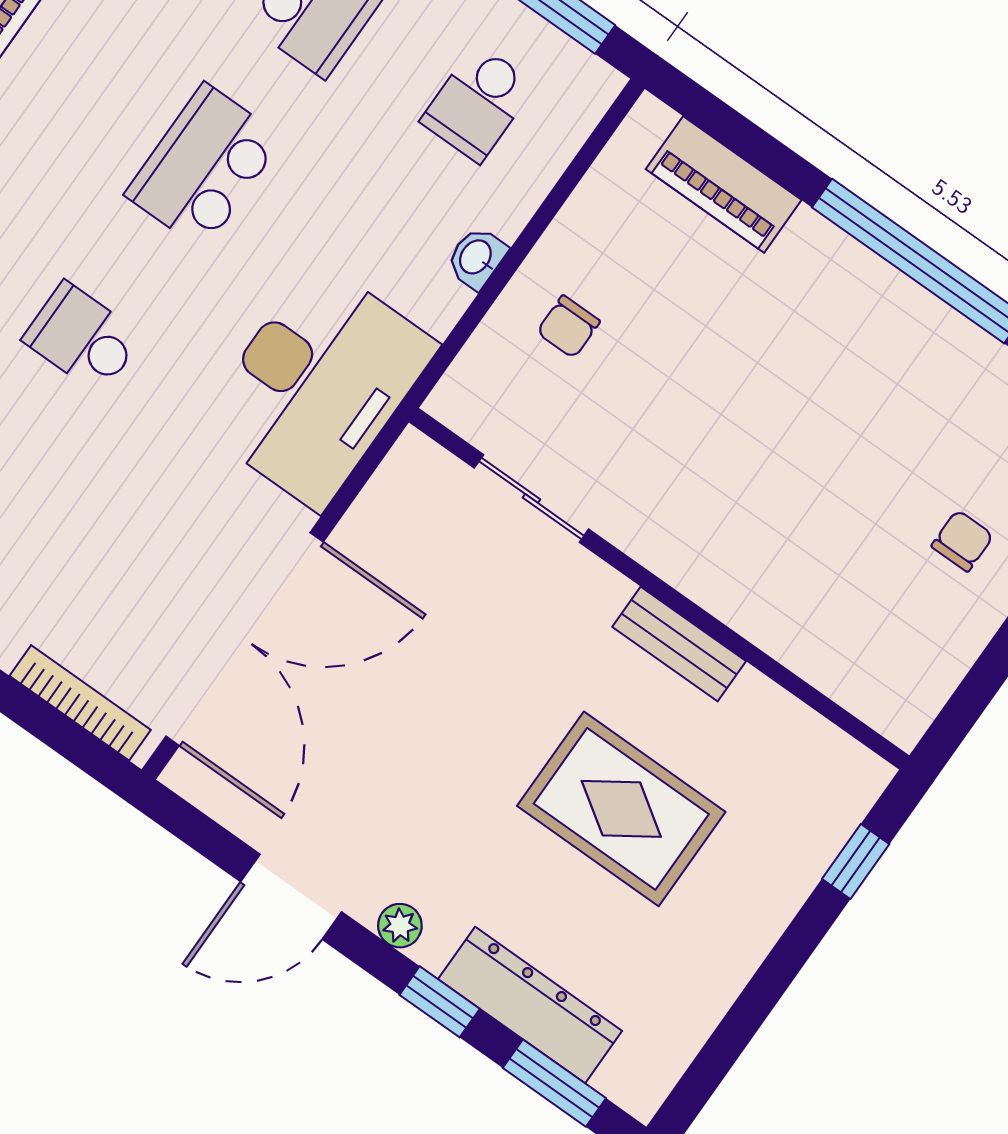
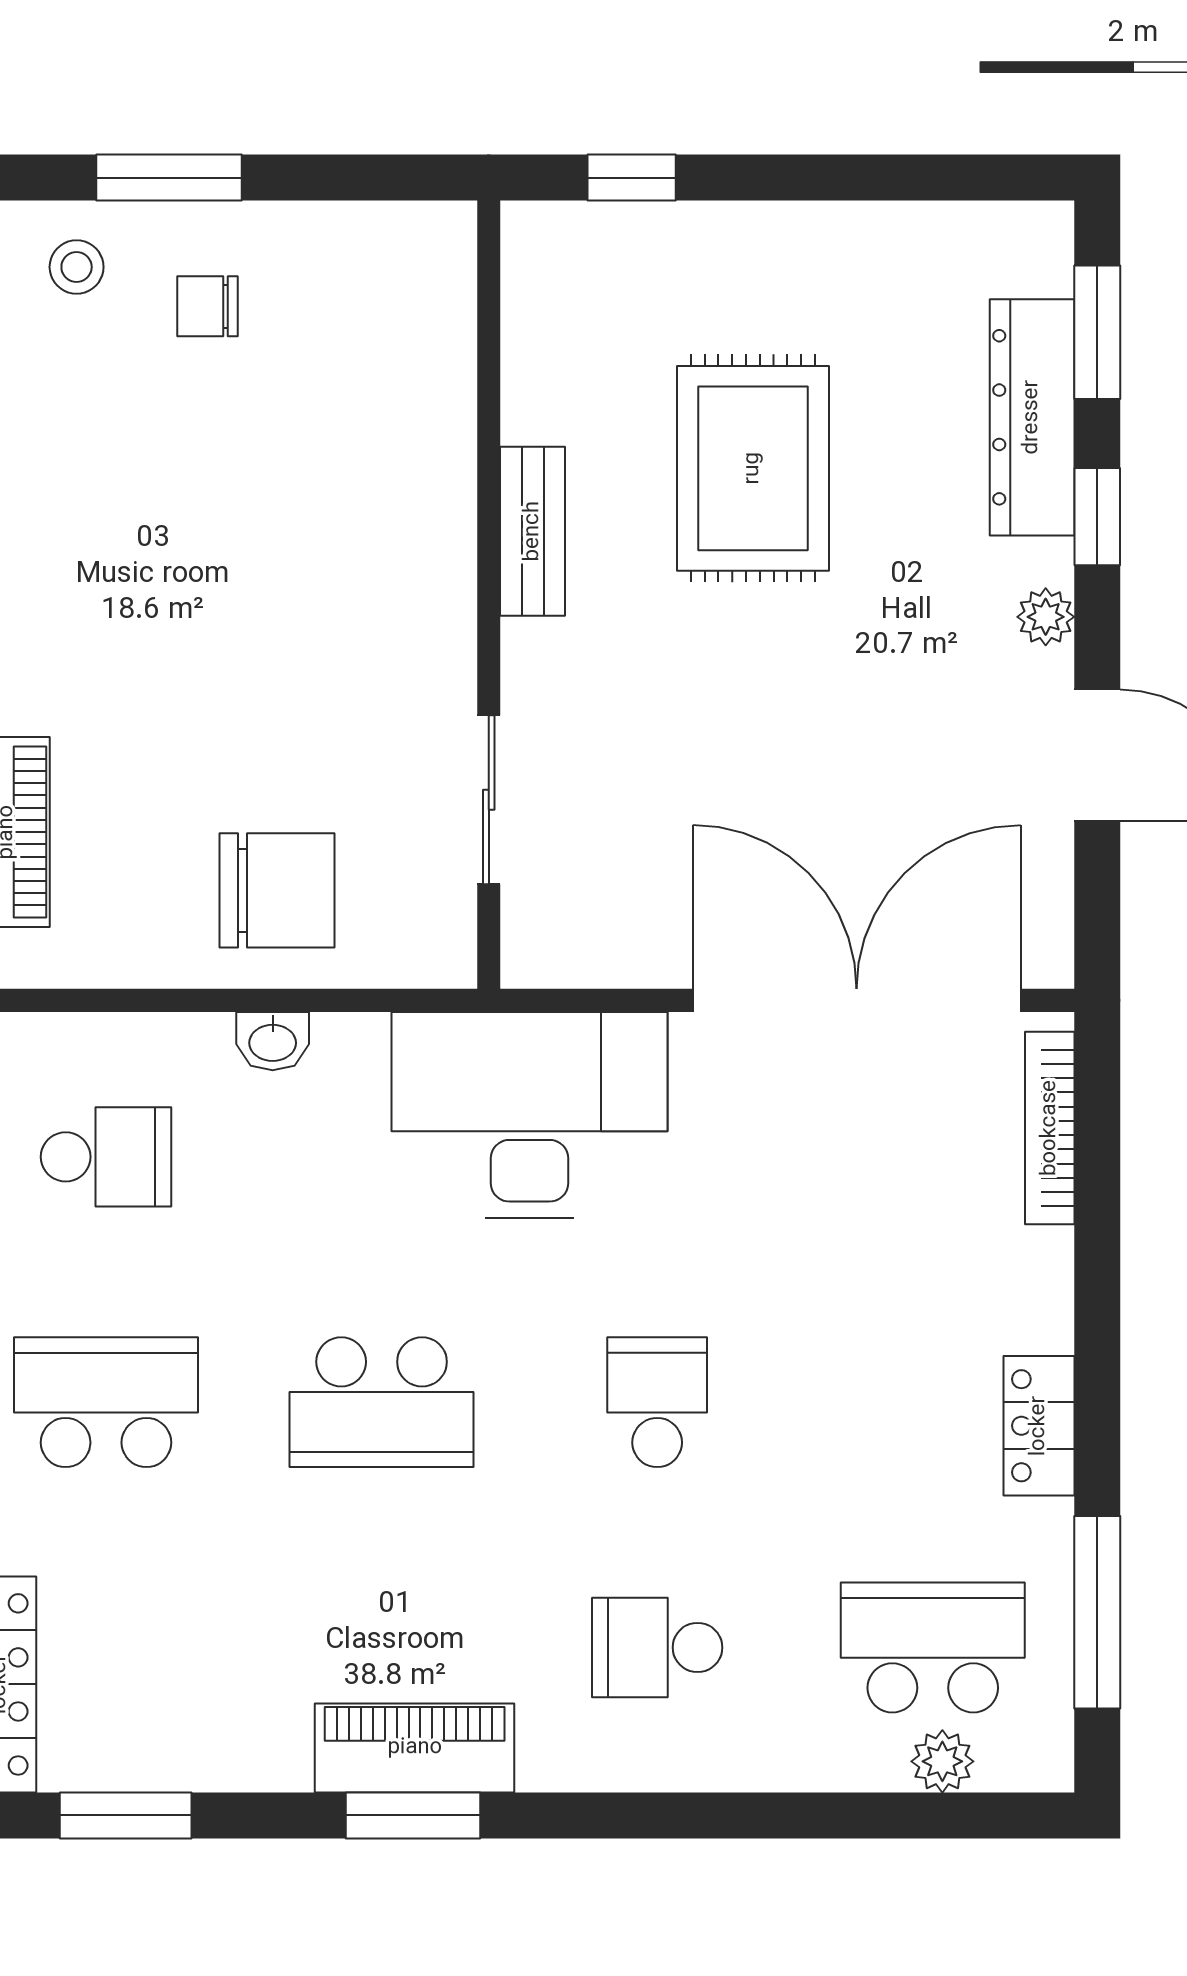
chair: (568, 327) -> (277, 890), width x1.87, depth x1.87
school desk: (82, 338) -> (657, 1402), turned 180

